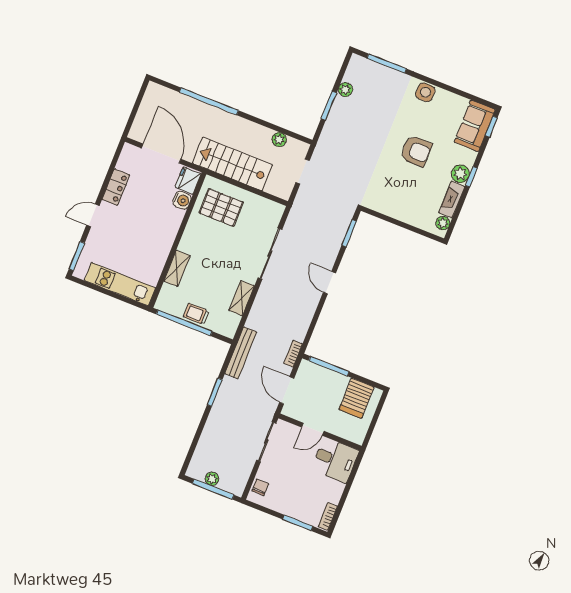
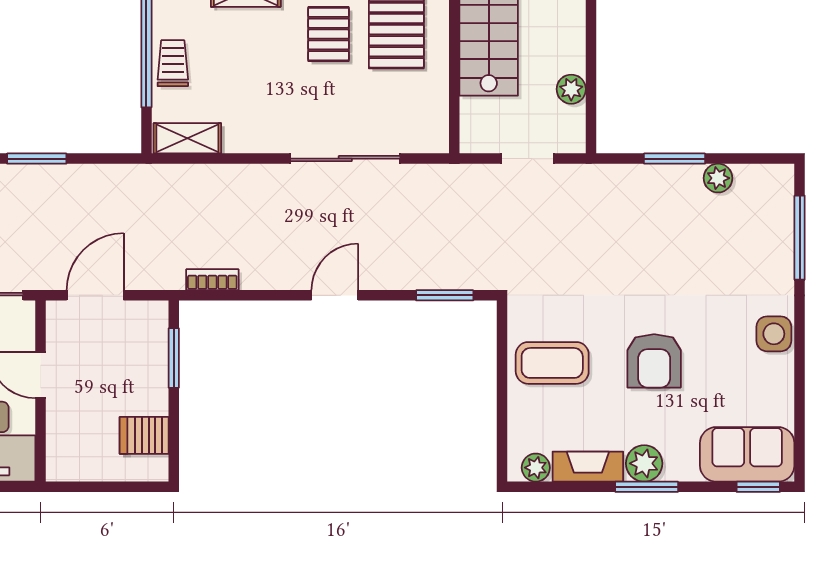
window: (471, 177) -> (647, 487), width x1.50
coffee table: (399, 197) -> (552, 363), added
pallet: (211, 239) -> (329, 34), added
shelving: (242, 298) -> (187, 138), moved
bench: (241, 353) -> (132, 178), removed
bookcase: (293, 354) -> (212, 280), moved
window: (329, 366) -> (174, 358), width x0.69
server rack: (356, 398) -> (144, 435), width x0.73, depth x0.70

